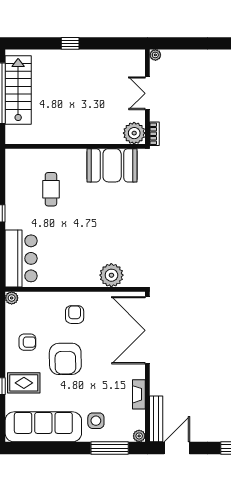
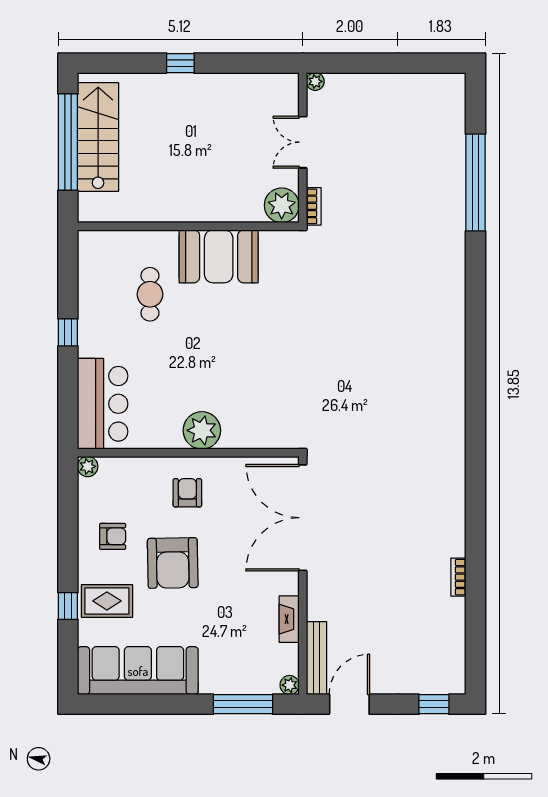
booth: (112, 165) -> (219, 256), moved
plant: (111, 275) -> (202, 430), moved
side table: (96, 421) -> (221, 661), removed

